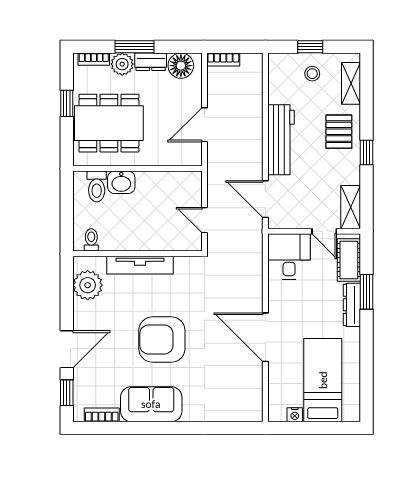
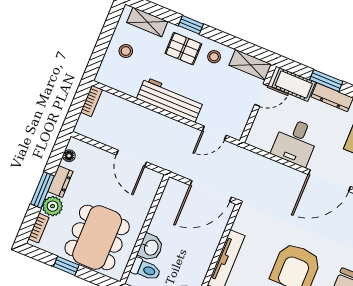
window: (310, 47) -> (103, 43), removed
bookcase: (223, 59) -> (91, 101), moved
floor lamp: (181, 66) -> (69, 156), width x0.53, depth x0.53
window: (367, 153) -> (191, 25), moved
stool: (344, 167) -> (214, 57), added
door: (265, 199) -> (214, 133), width x0.73
door: (204, 220) -> (211, 191), width x1.88
desk: (289, 257) -> (296, 142), moved, turned -90

